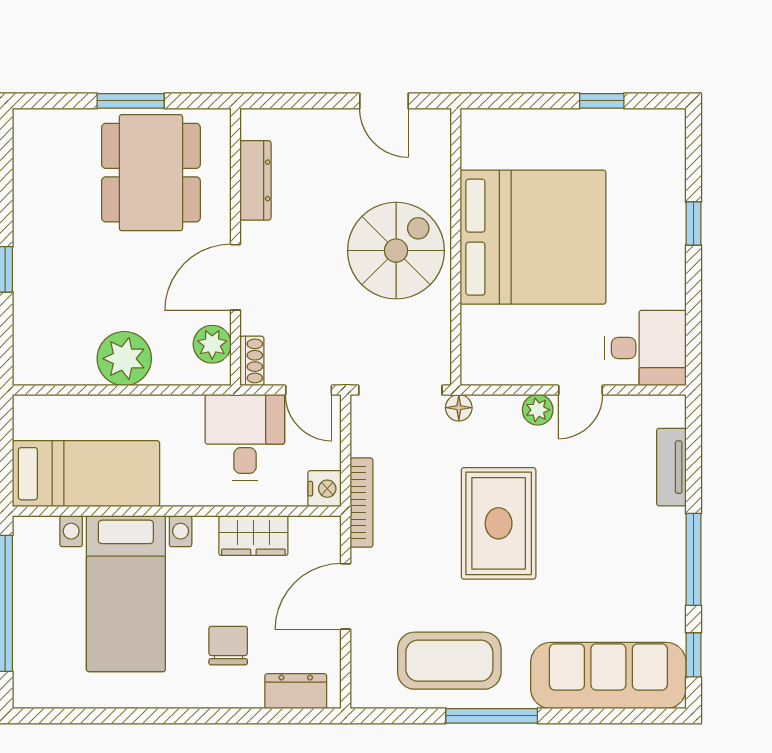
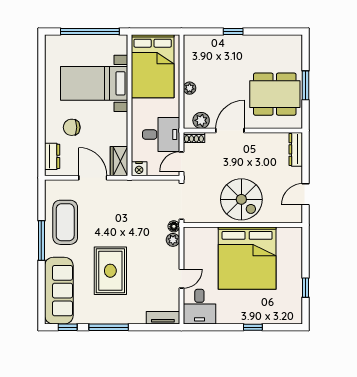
dresser: (255, 180) -> (296, 149), moved, turned 90
door: (236, 277) -> (230, 130), hinge flipped
plant: (124, 359) -> (190, 88), width x0.53, depth x0.53
door: (581, 390) -> (181, 279), swing flipped
plant: (538, 410) -> (173, 240), moved
tv unit: (671, 467) -> (163, 318), moved
bed: (86, 474) -> (153, 66), width x1.50
bookcase: (361, 503) -> (133, 185), removed
rug: (499, 523) -> (110, 271), moved, turned 90
wardrobe: (253, 536) -> (119, 161), moved
chair: (228, 646) -> (72, 127), turned 180

